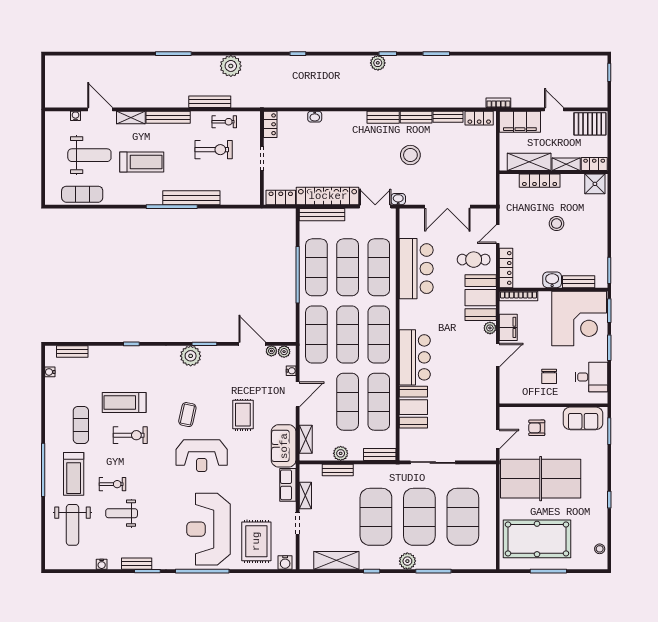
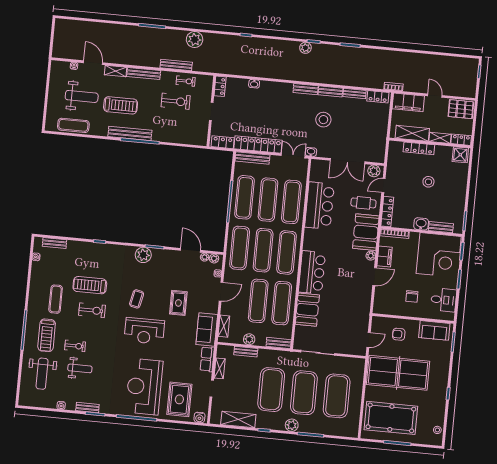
bench: (191, 198) -> (130, 133), moved
plant: (483, 216) -> (374, 171), added
weight bench: (122, 513) -> (80, 368), turned 180

